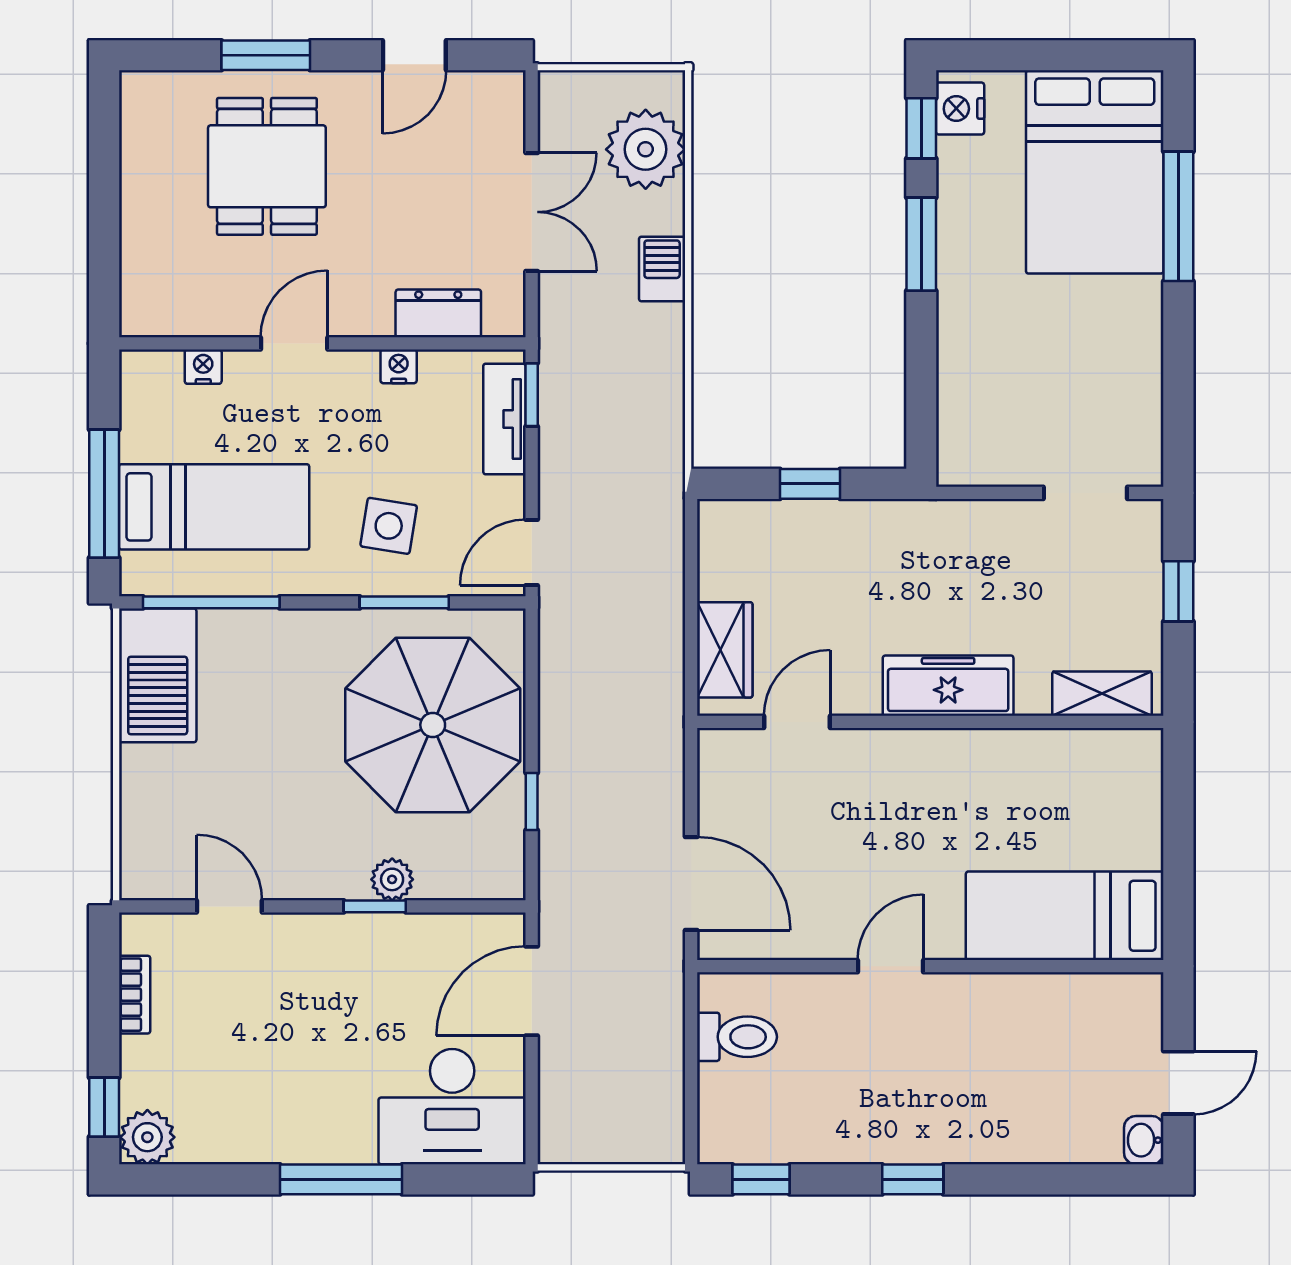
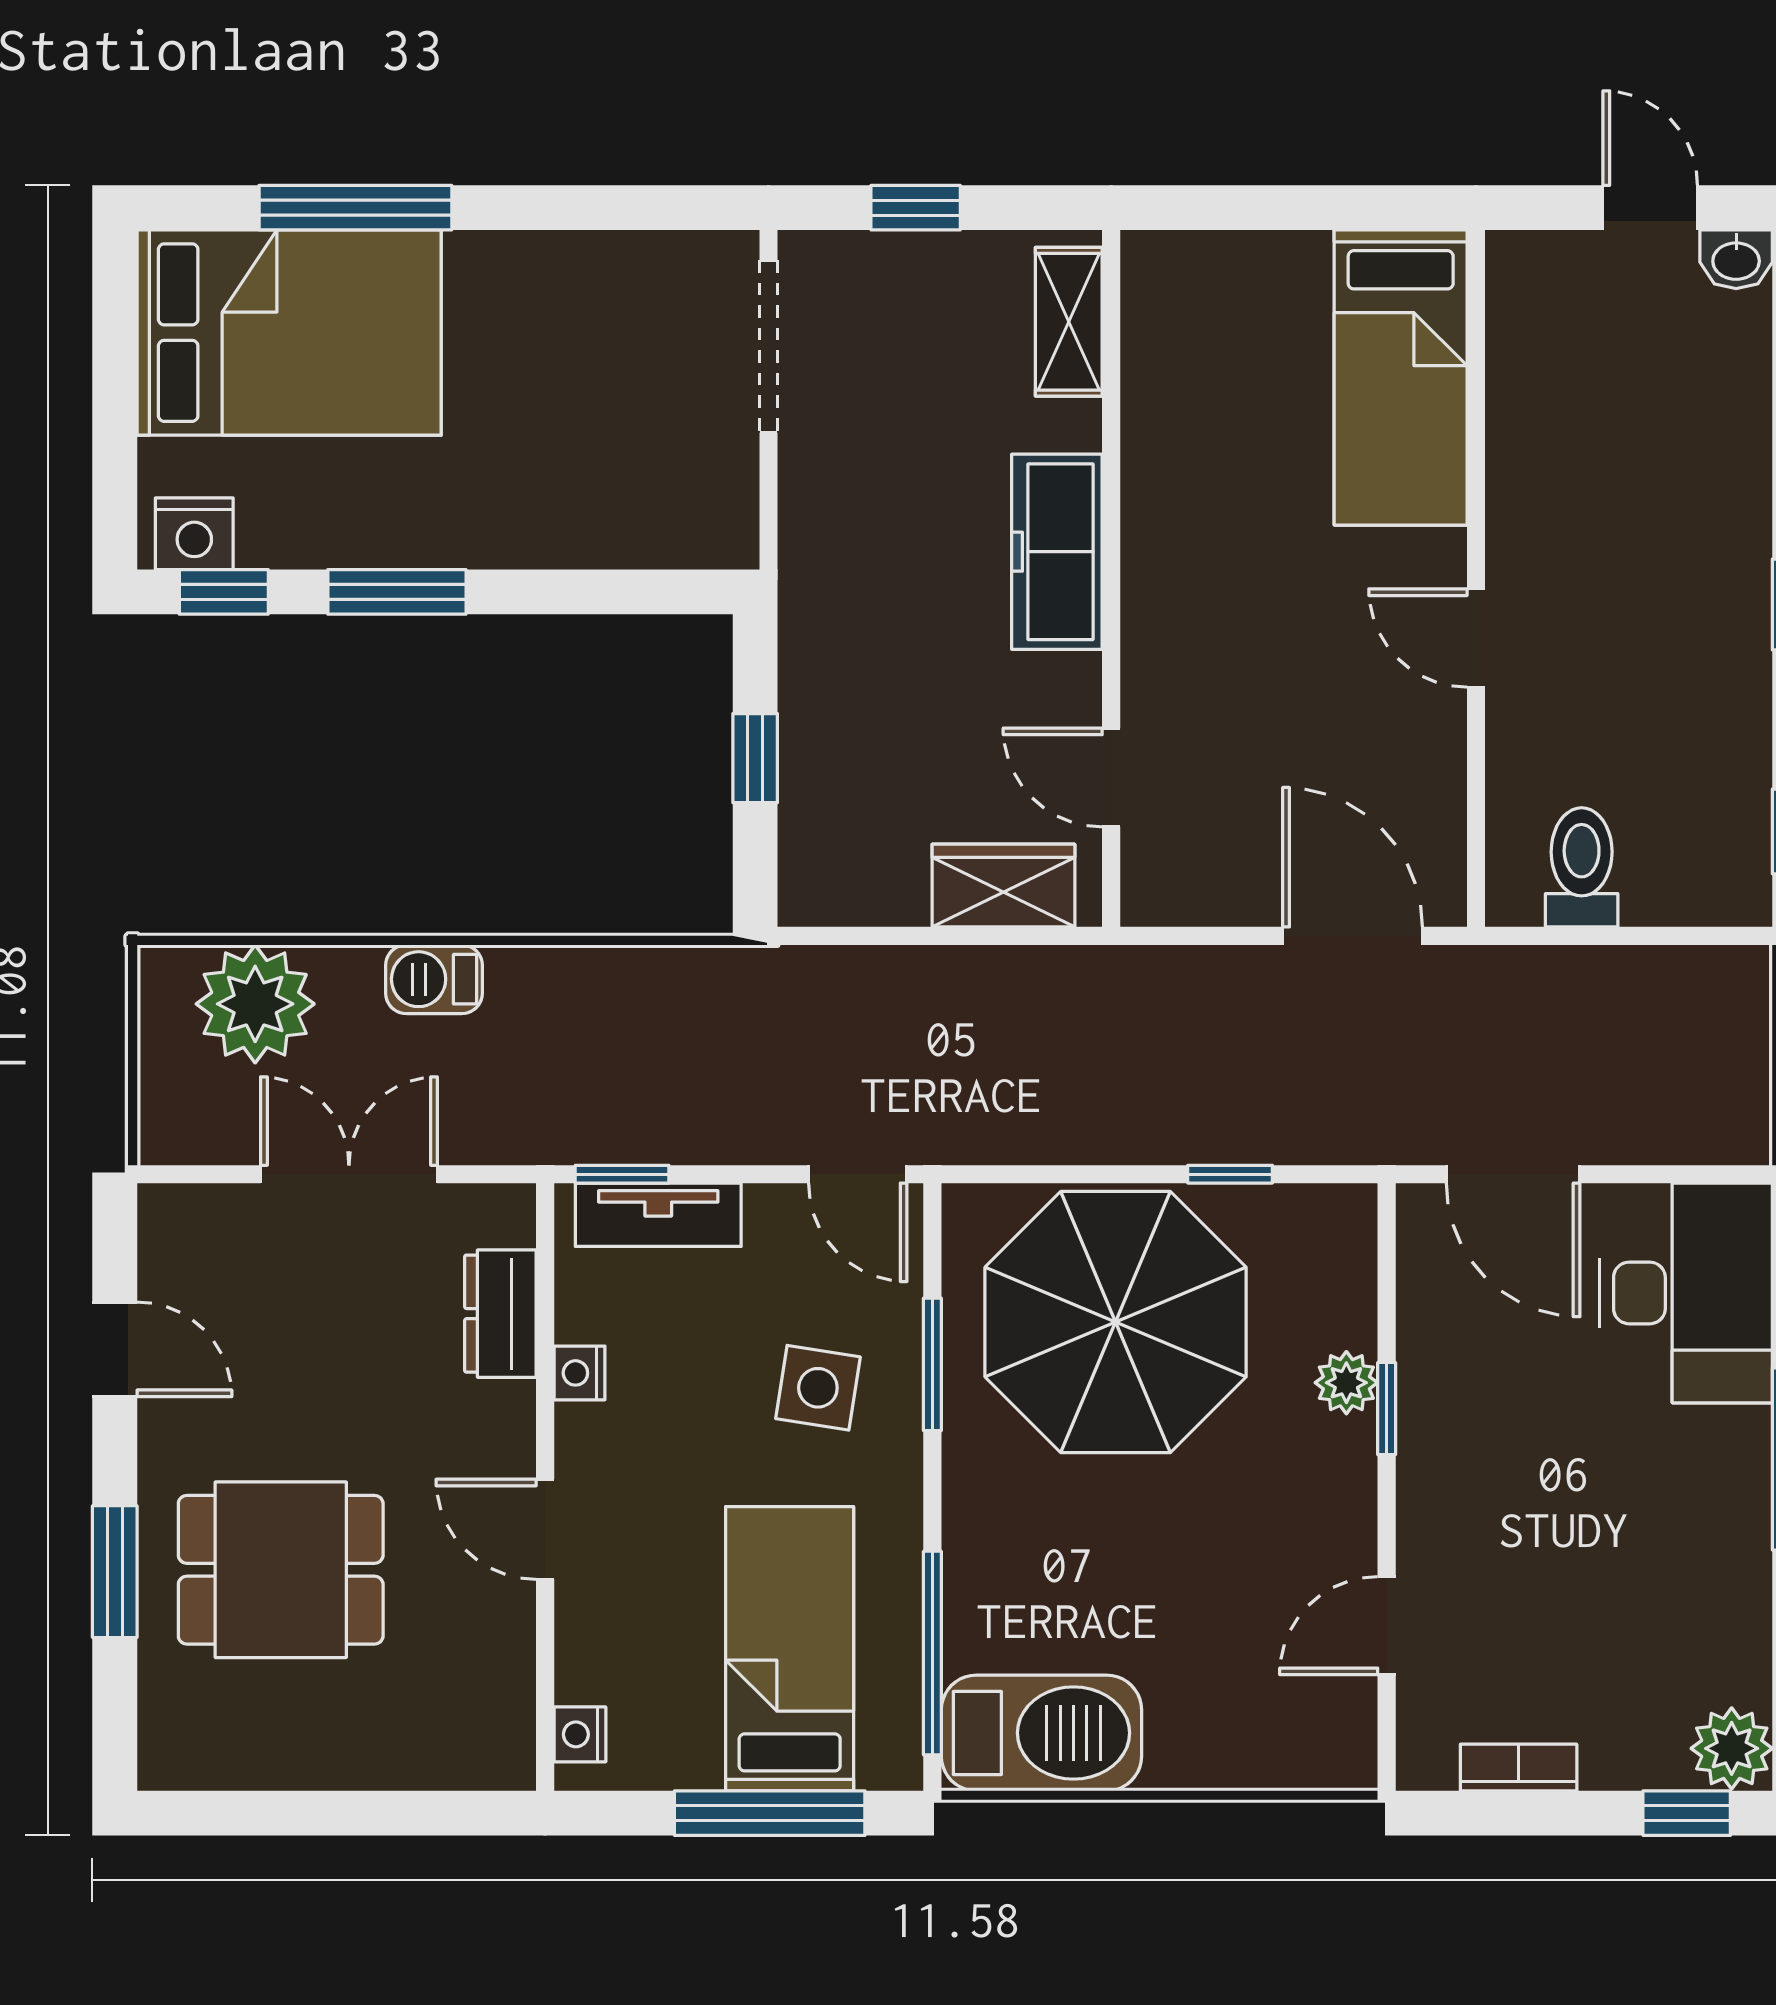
nightstand: (203, 367) -> (580, 1734), moved
doorway: (1085, 493) -> (769, 346), width x1.38
door: (691, 884) -> (1353, 936), hinge flipped

